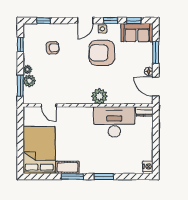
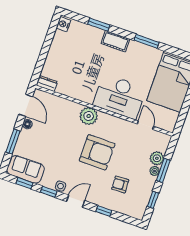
window: (43, 21) -> (104, 211), moved
armchair: (102, 53) -> (97, 152), moved
window: (20, 86) -> (163, 170), moved
desk: (114, 122) -> (120, 96), moved
cot: (68, 167) -> (115, 41), moved
window: (104, 176) -> (99, 25), moved

